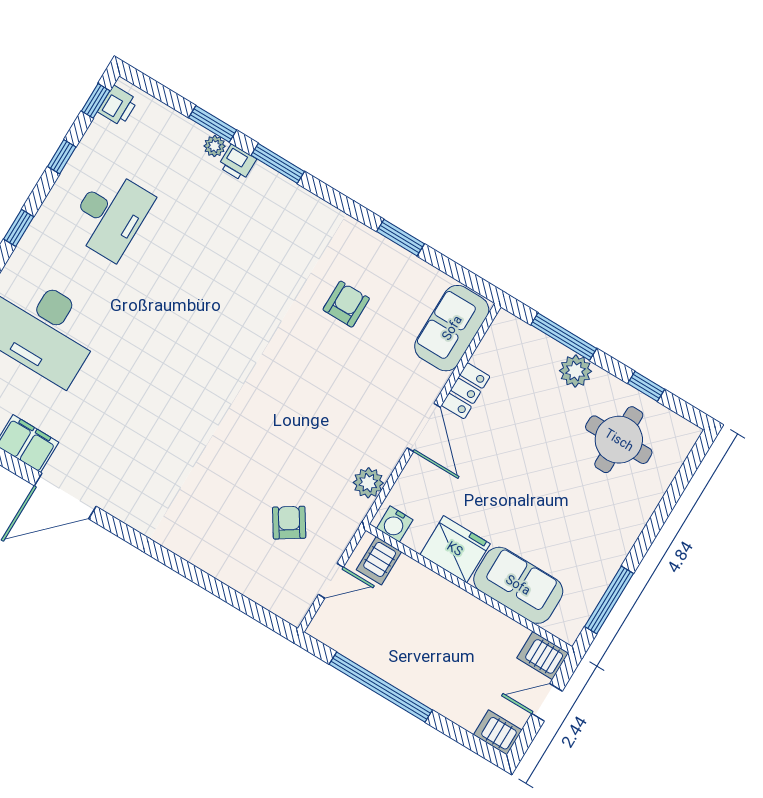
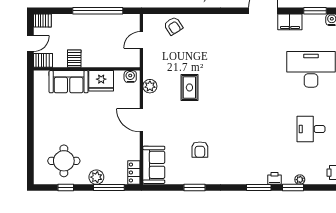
plant: (215, 146) -> (300, 180), moved
desk: (110, 215) -> (311, 129), width x0.73
locker: (466, 391) -> (134, 172), moved
rug: (294, 435) -> (189, 87), added
armchair: (289, 523) -> (173, 26), moved
server rack: (379, 561) -> (74, 59), moved
window: (609, 600) -> (30, 97), removed

